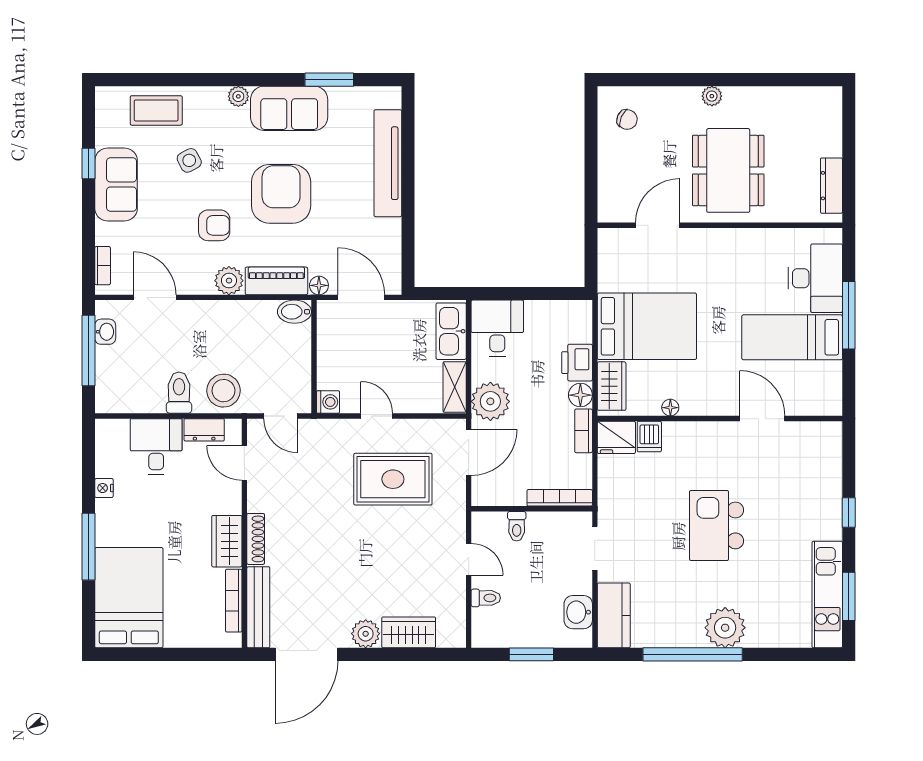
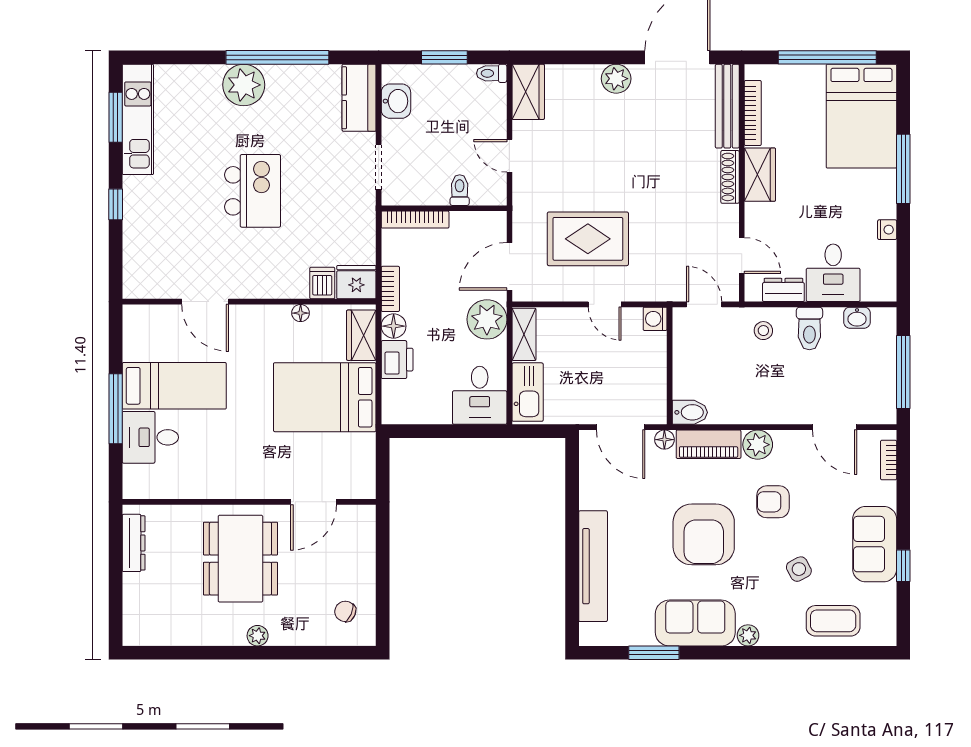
desk: (815, 278) -> (150, 437), width x0.73
washbasin: (105, 332) -> (857, 318), moved, turned -90
stool: (223, 391) -> (763, 331), width x0.53, depth x0.53
toilet: (486, 598) -> (492, 73), moved
wardrobe: (409, 632) -> (528, 92), moved, turned -90
window: (162, 654) -> (827, 57), added

